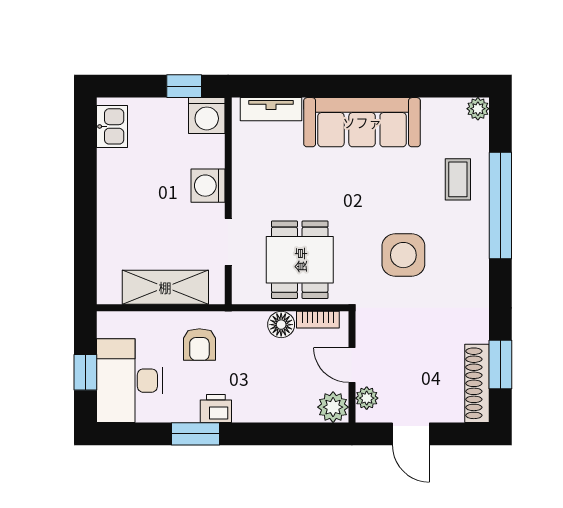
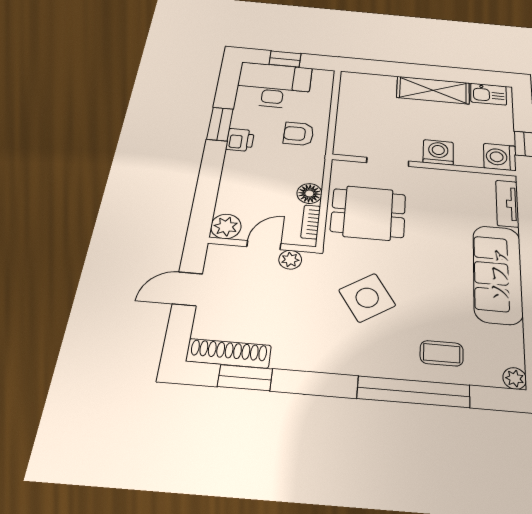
side table: (403, 255) -> (367, 298), turned -33
shelving: (165, 287) -> (433, 90), moved, turned 90
plant: (367, 398) -> (290, 260), moved

